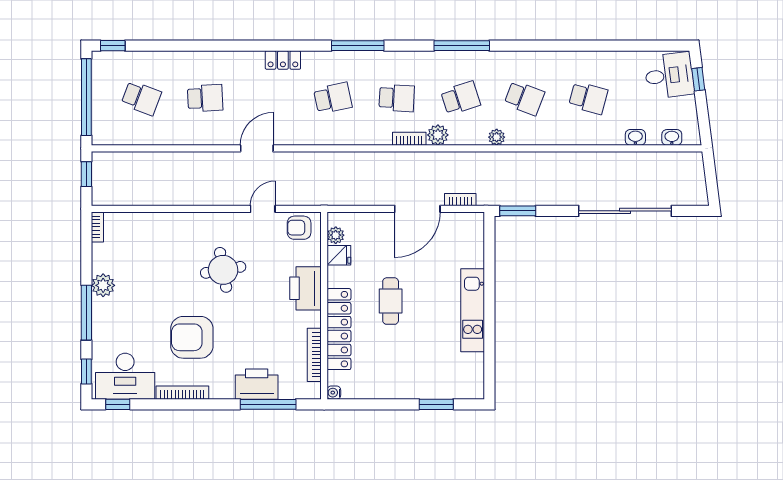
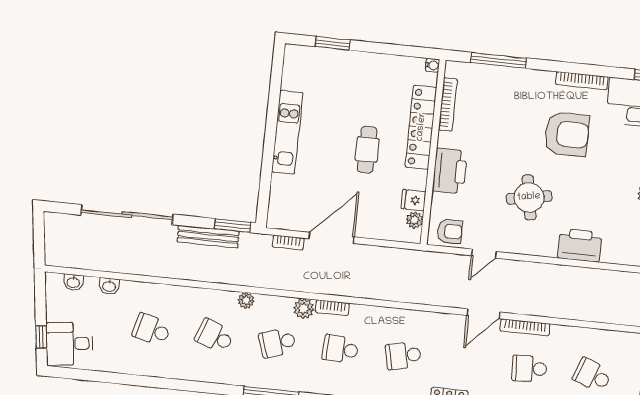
bookcase: (214, 139) -> (525, 327), added
bench: (541, 197) -> (208, 237), added
printer: (257, 384) -> (580, 245), moved, turned 180

